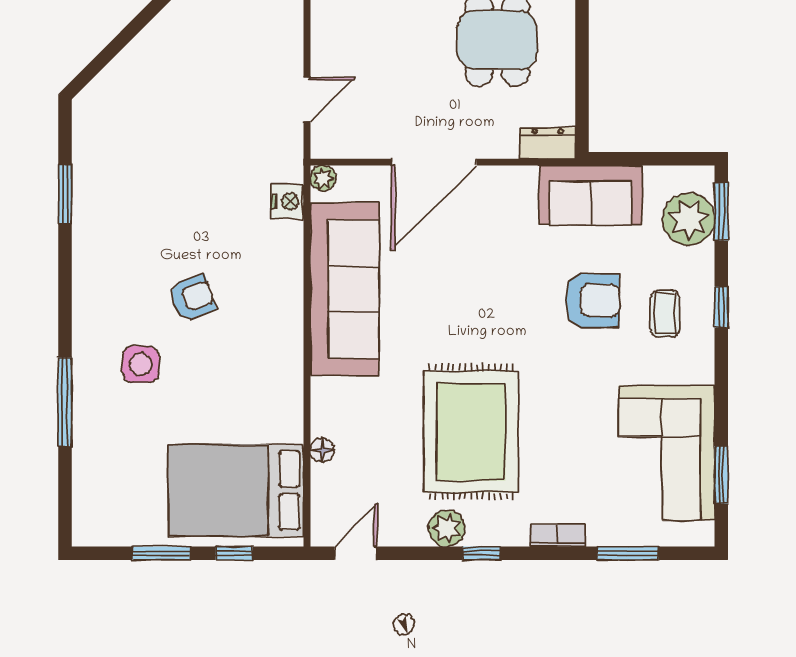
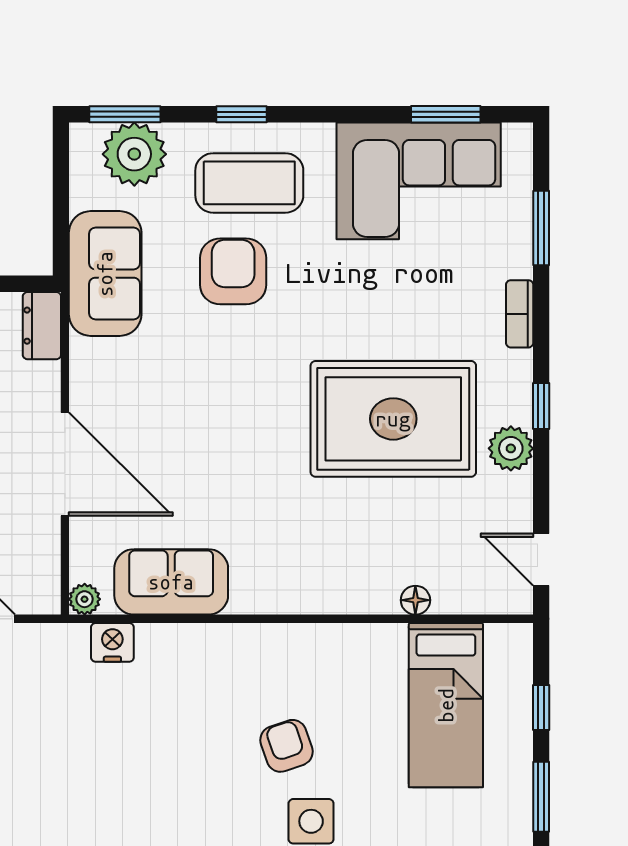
sofa: (345, 289) -> (171, 582), width x0.54, depth x0.79
armchair: (192, 298) -> (287, 746), moved
coffee table: (665, 314) -> (249, 183), width x1.86, depth x1.72
bed: (236, 490) -> (446, 705), width x0.67

